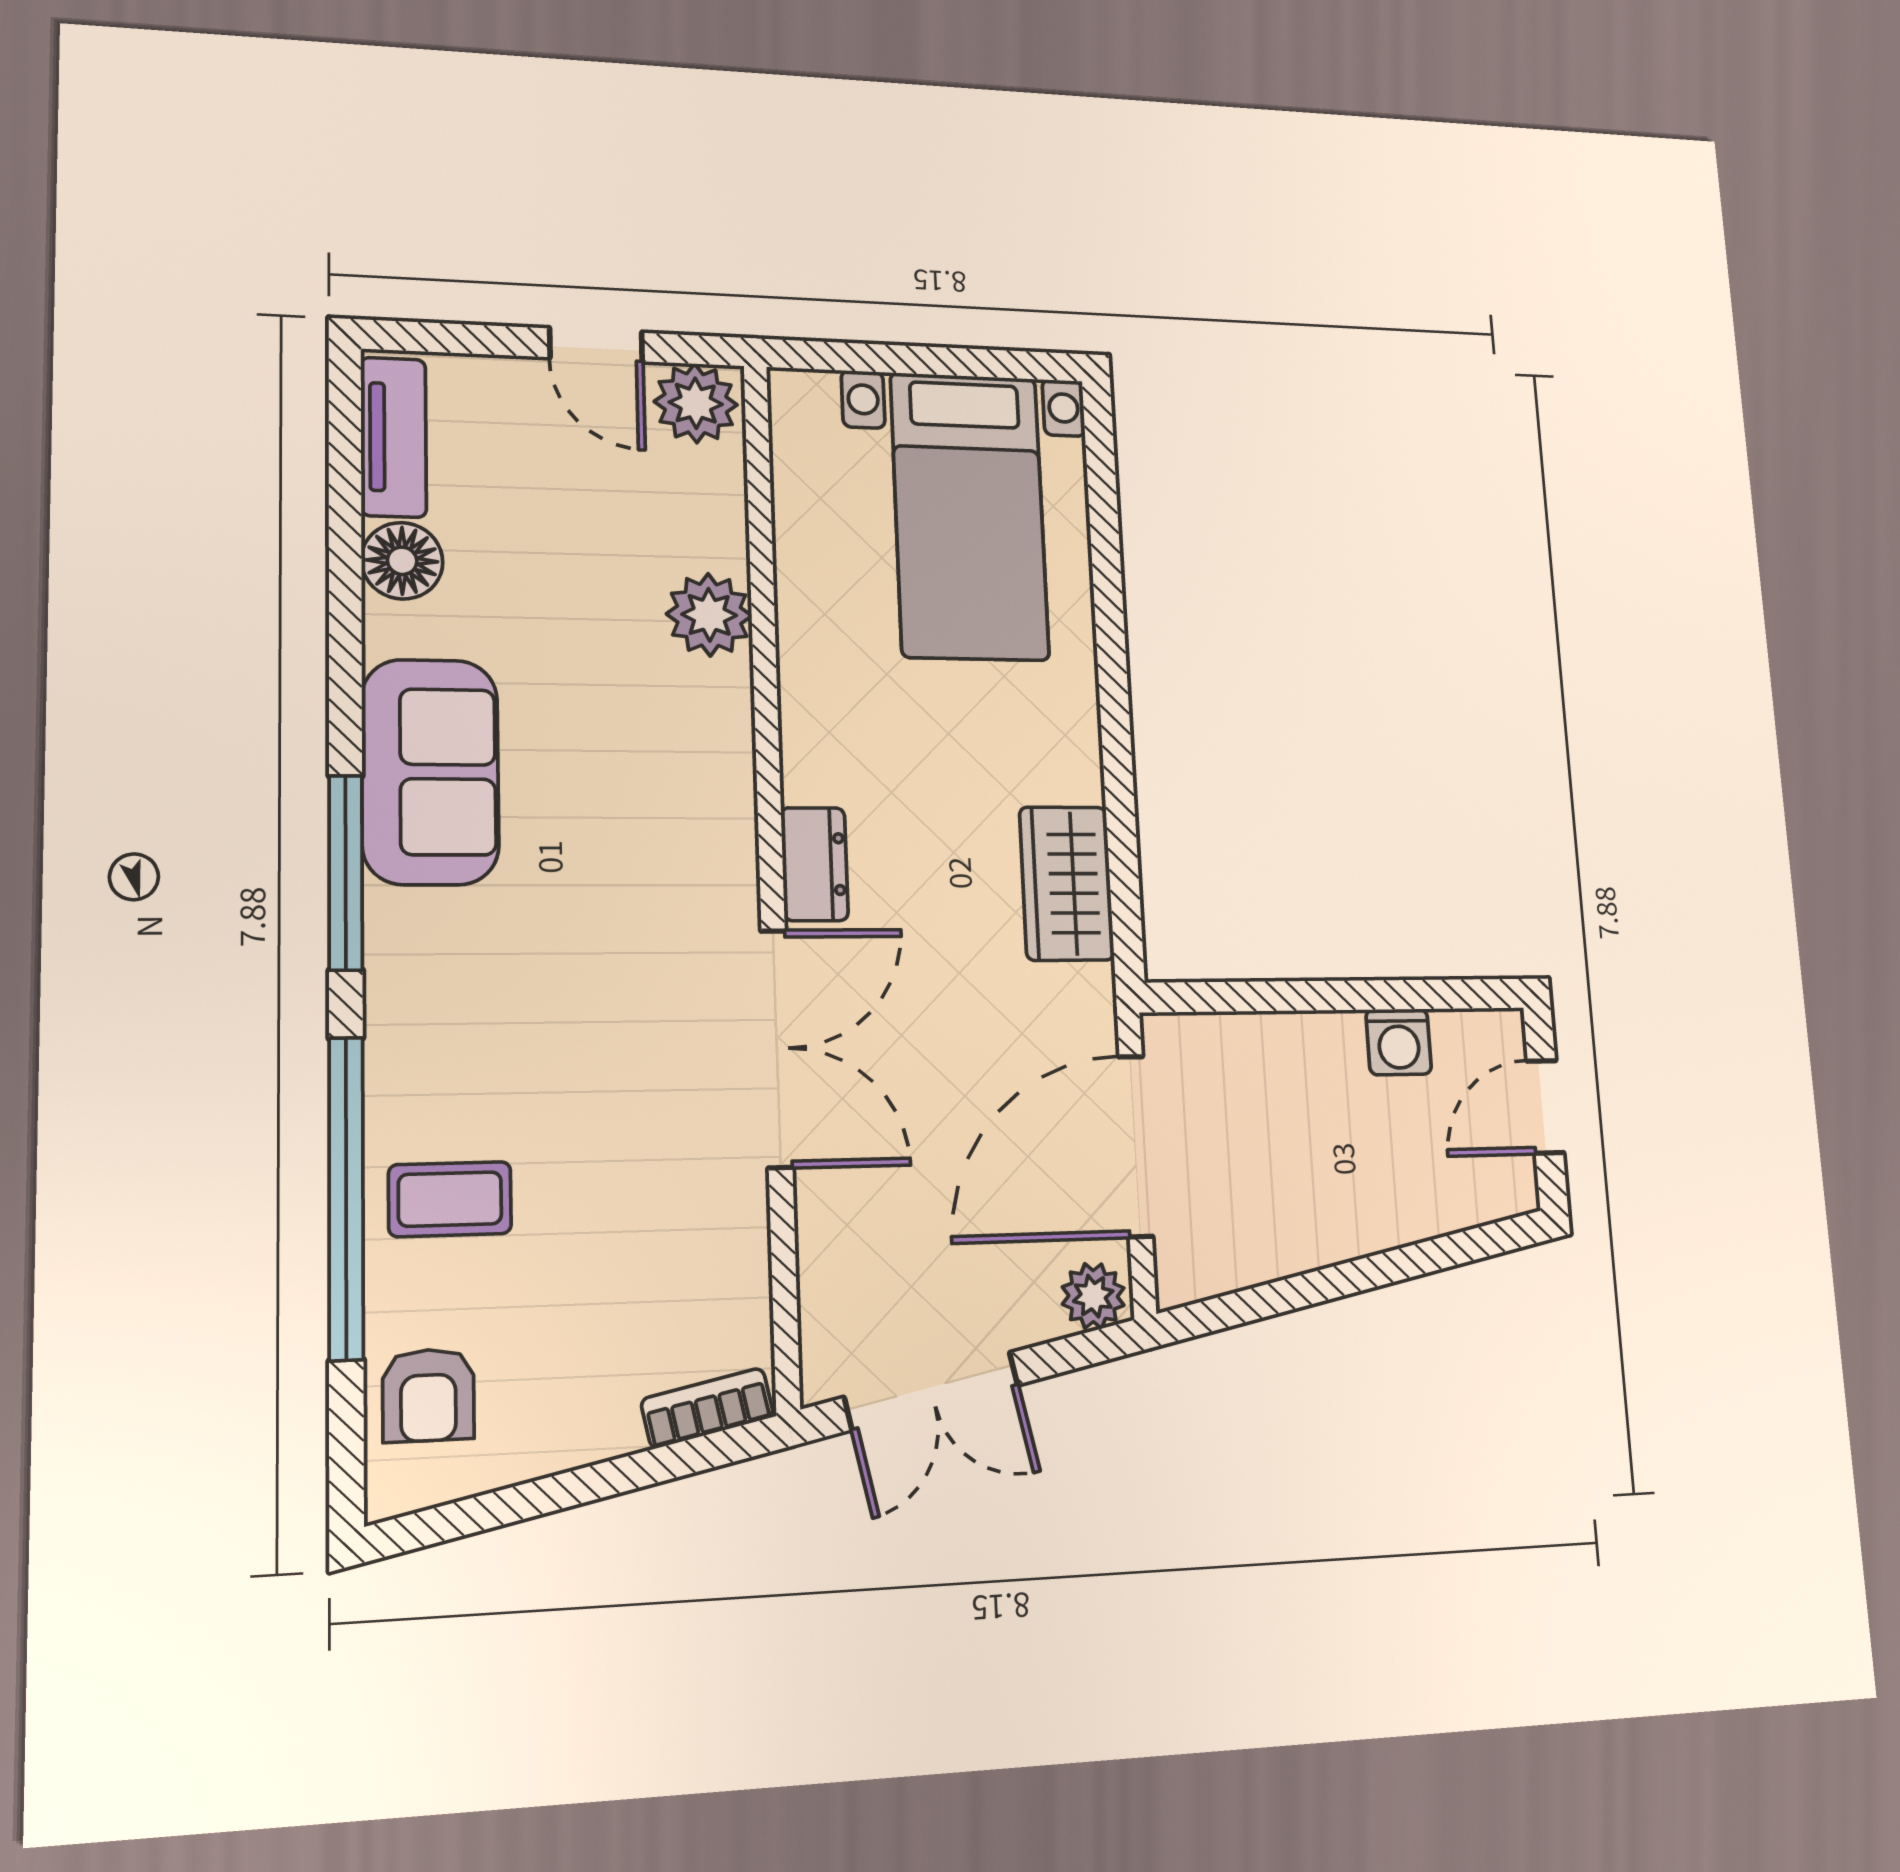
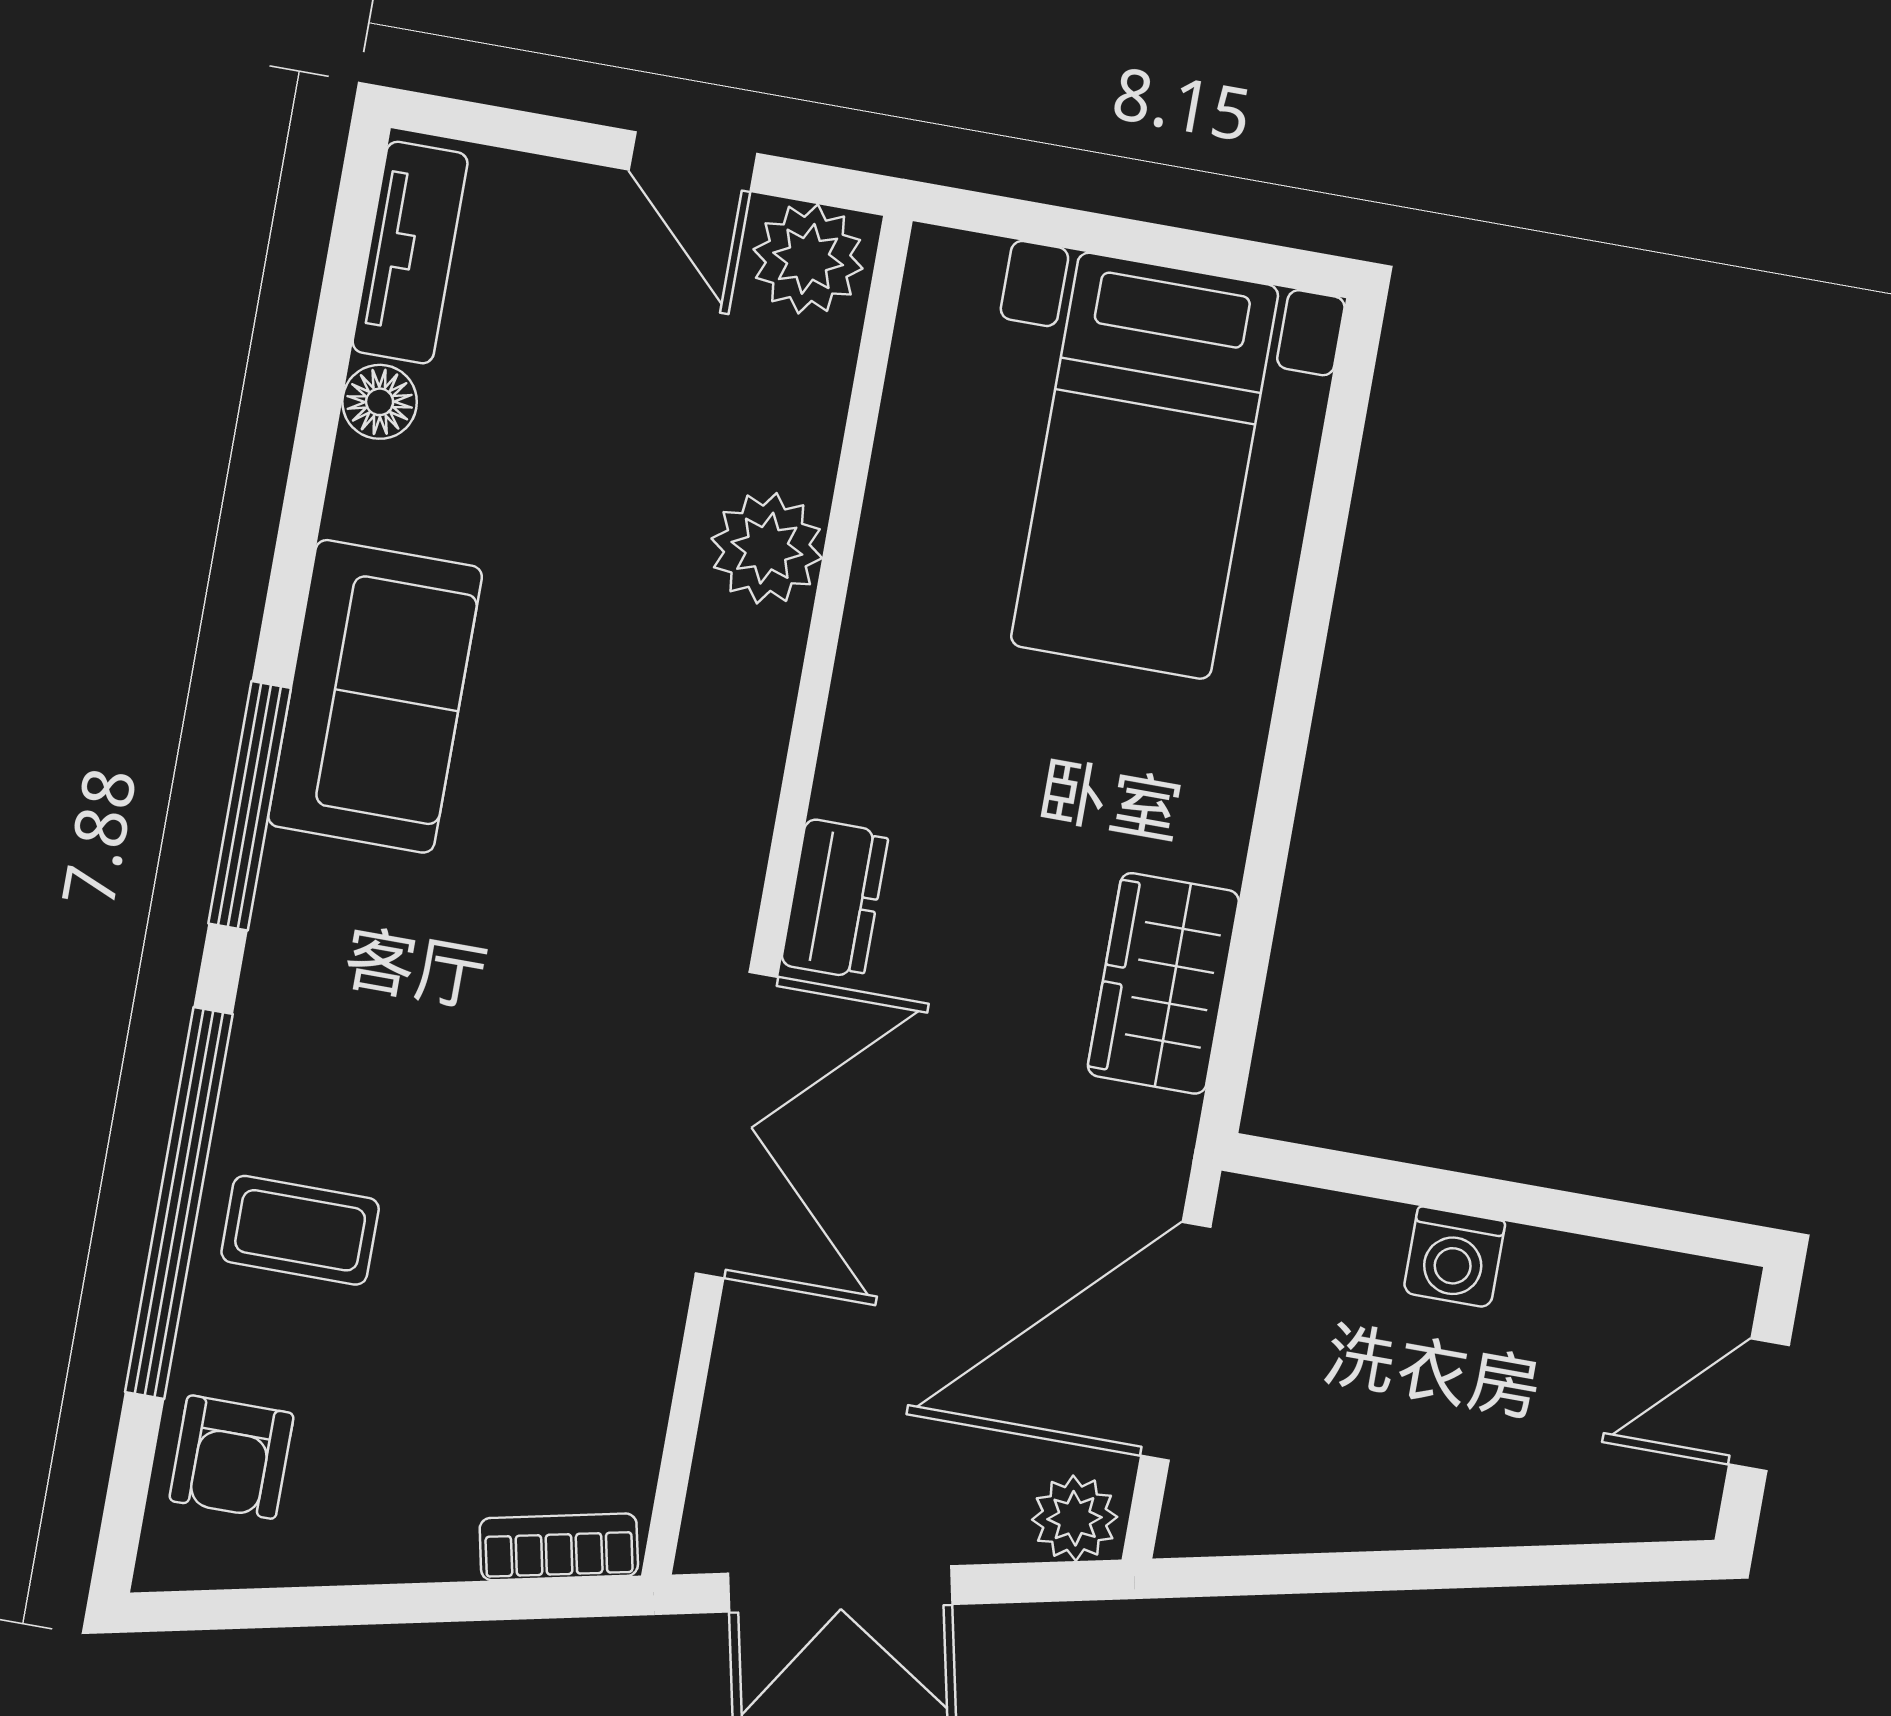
floor lamp: (402, 561) -> (380, 402), width x0.73, depth x0.73
washing machine: (1399, 1042) -> (1454, 1257), moved

